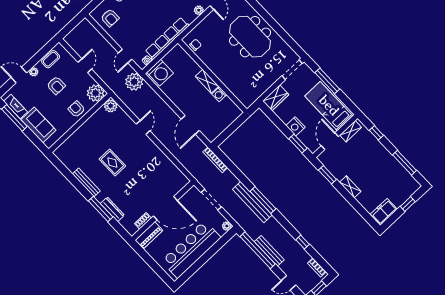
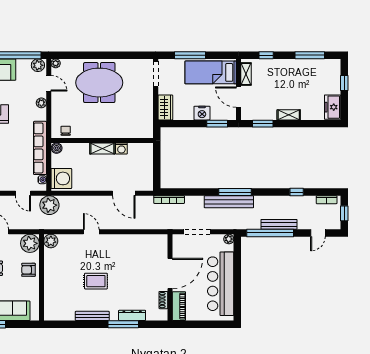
boiler: (178, 50) -> (57, 148), added

